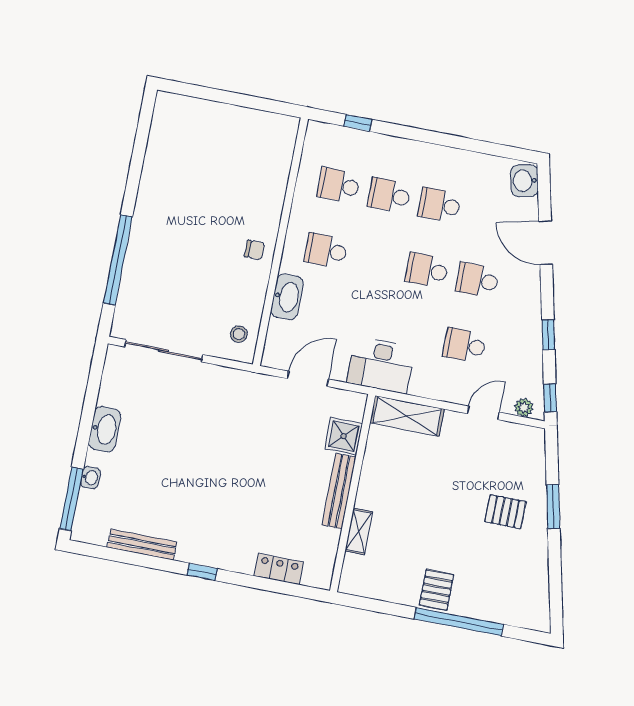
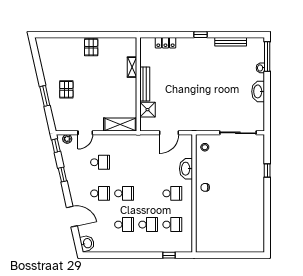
window: (118, 260) -> (267, 171), width x0.32
desk: (381, 365) -> (137, 146), removed
pallet: (506, 512) -> (66, 89), turned 90
window: (459, 622) -> (78, 35), removed

